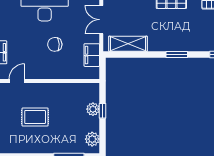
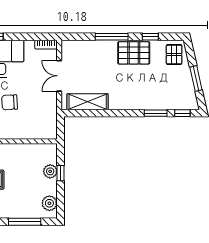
filing cabinet: (92, 55) -> (49, 114), removed
window: (177, 55) -> (156, 113), moved

